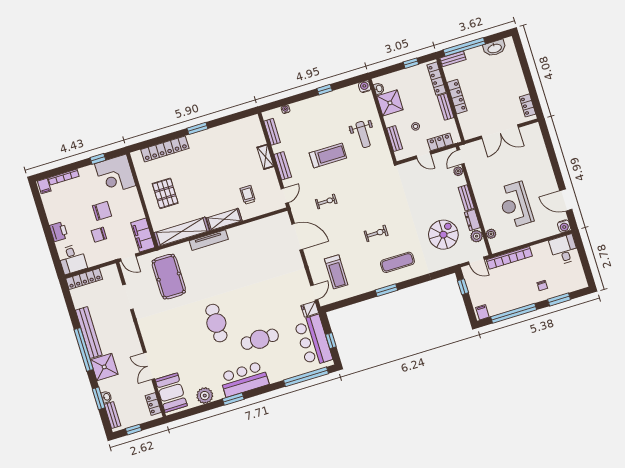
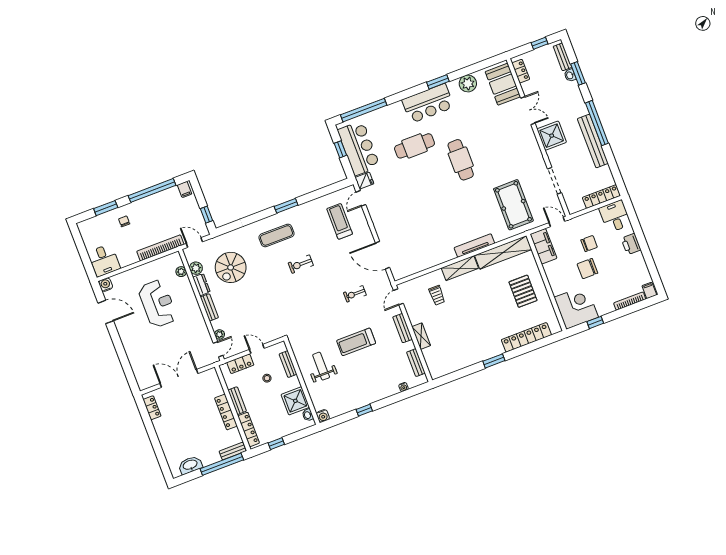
shower: (104, 367) -> (552, 136), moved

